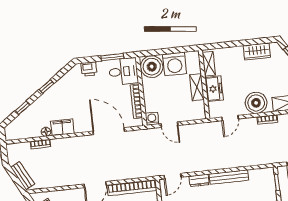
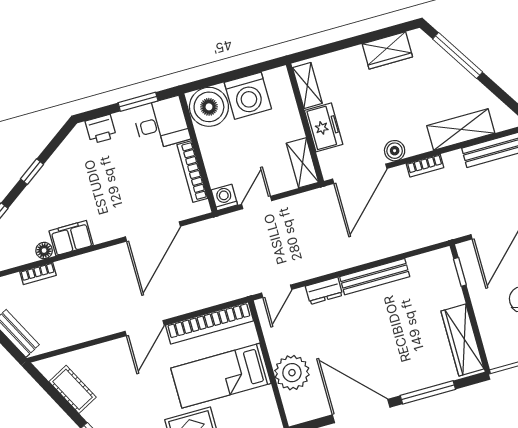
shelving: (197, 87) -> (302, 163), moved
boiler: (256, 103) -> (395, 151), width x0.54, depth x0.54
door: (230, 118) -> (360, 174), width x1.88
door: (170, 125) -> (257, 203), swing flipped
door: (109, 131) -> (153, 231), swing flipped

